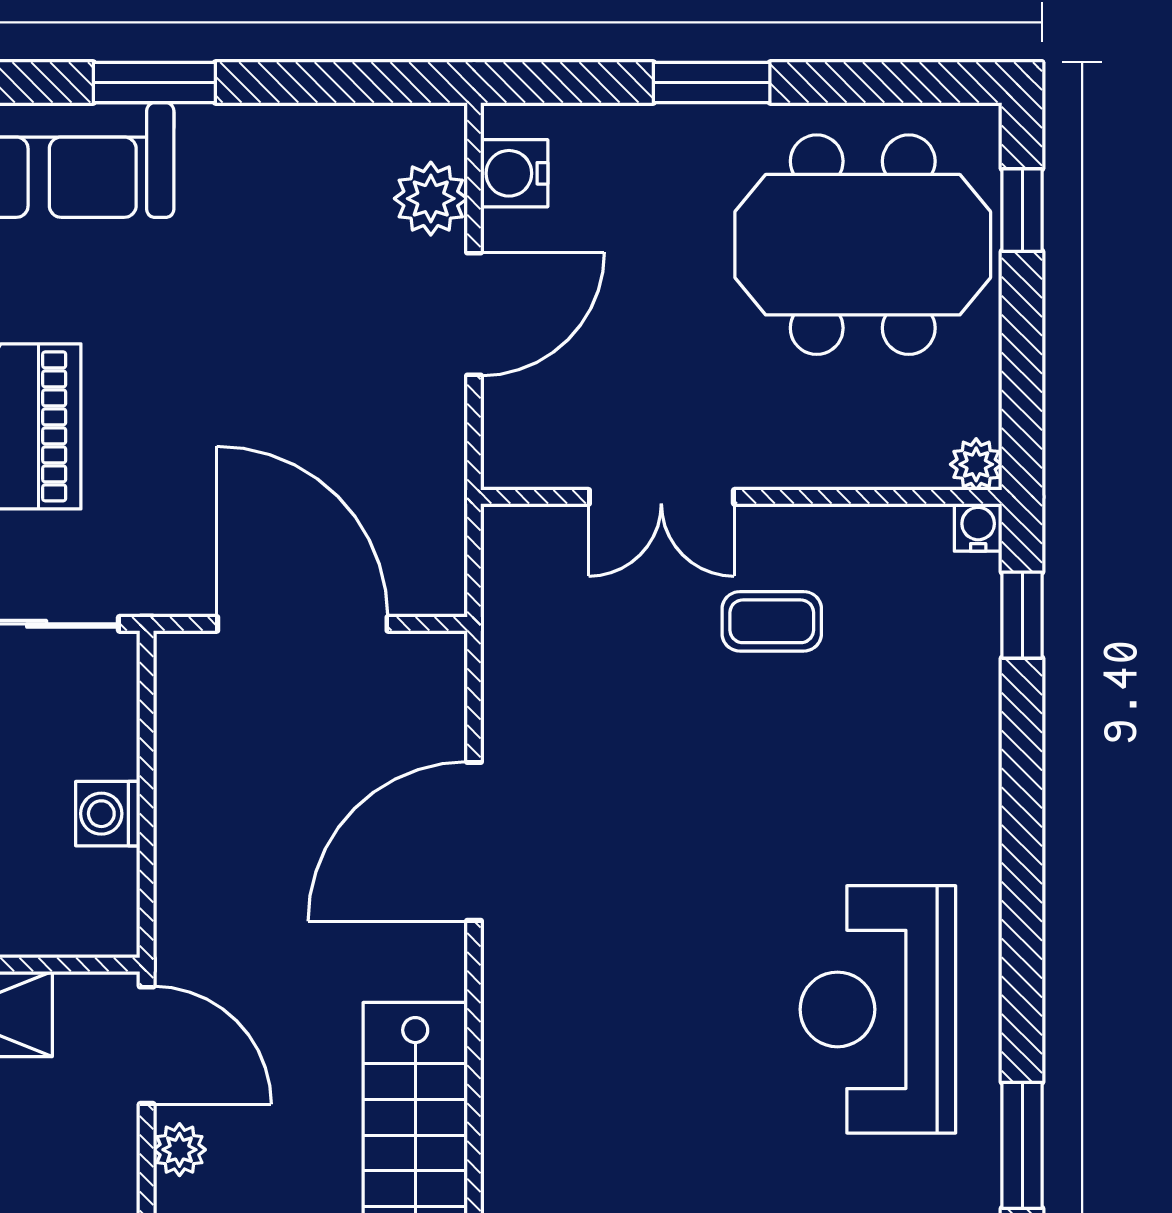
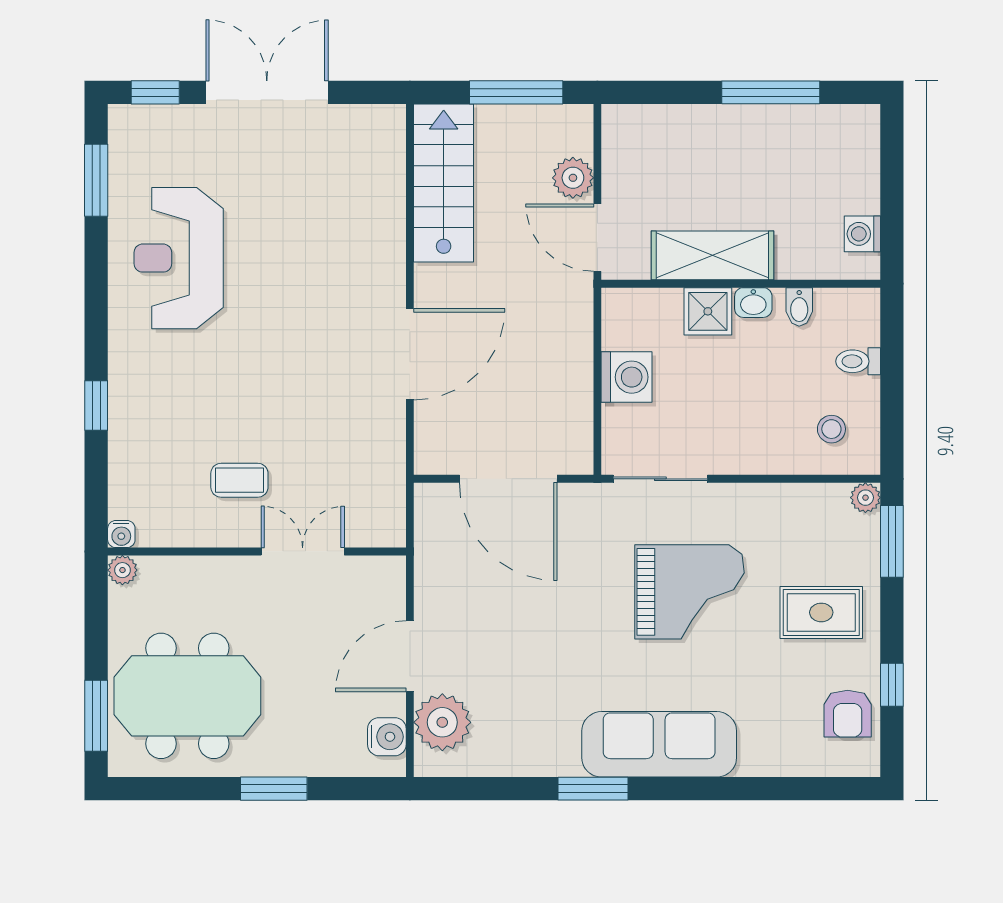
plant: (431, 199) -> (442, 722), width x1.36, depth x1.36
window: (1022, 210) -> (96, 716), width x1.50
window: (1022, 615) -> (96, 406), moved
washing machine: (108, 814) -> (627, 377), width x1.38, depth x1.38
reception desk: (878, 1009) -> (179, 258), turned 180
plant: (179, 1150) -> (573, 178), width x1.38, depth x1.38

